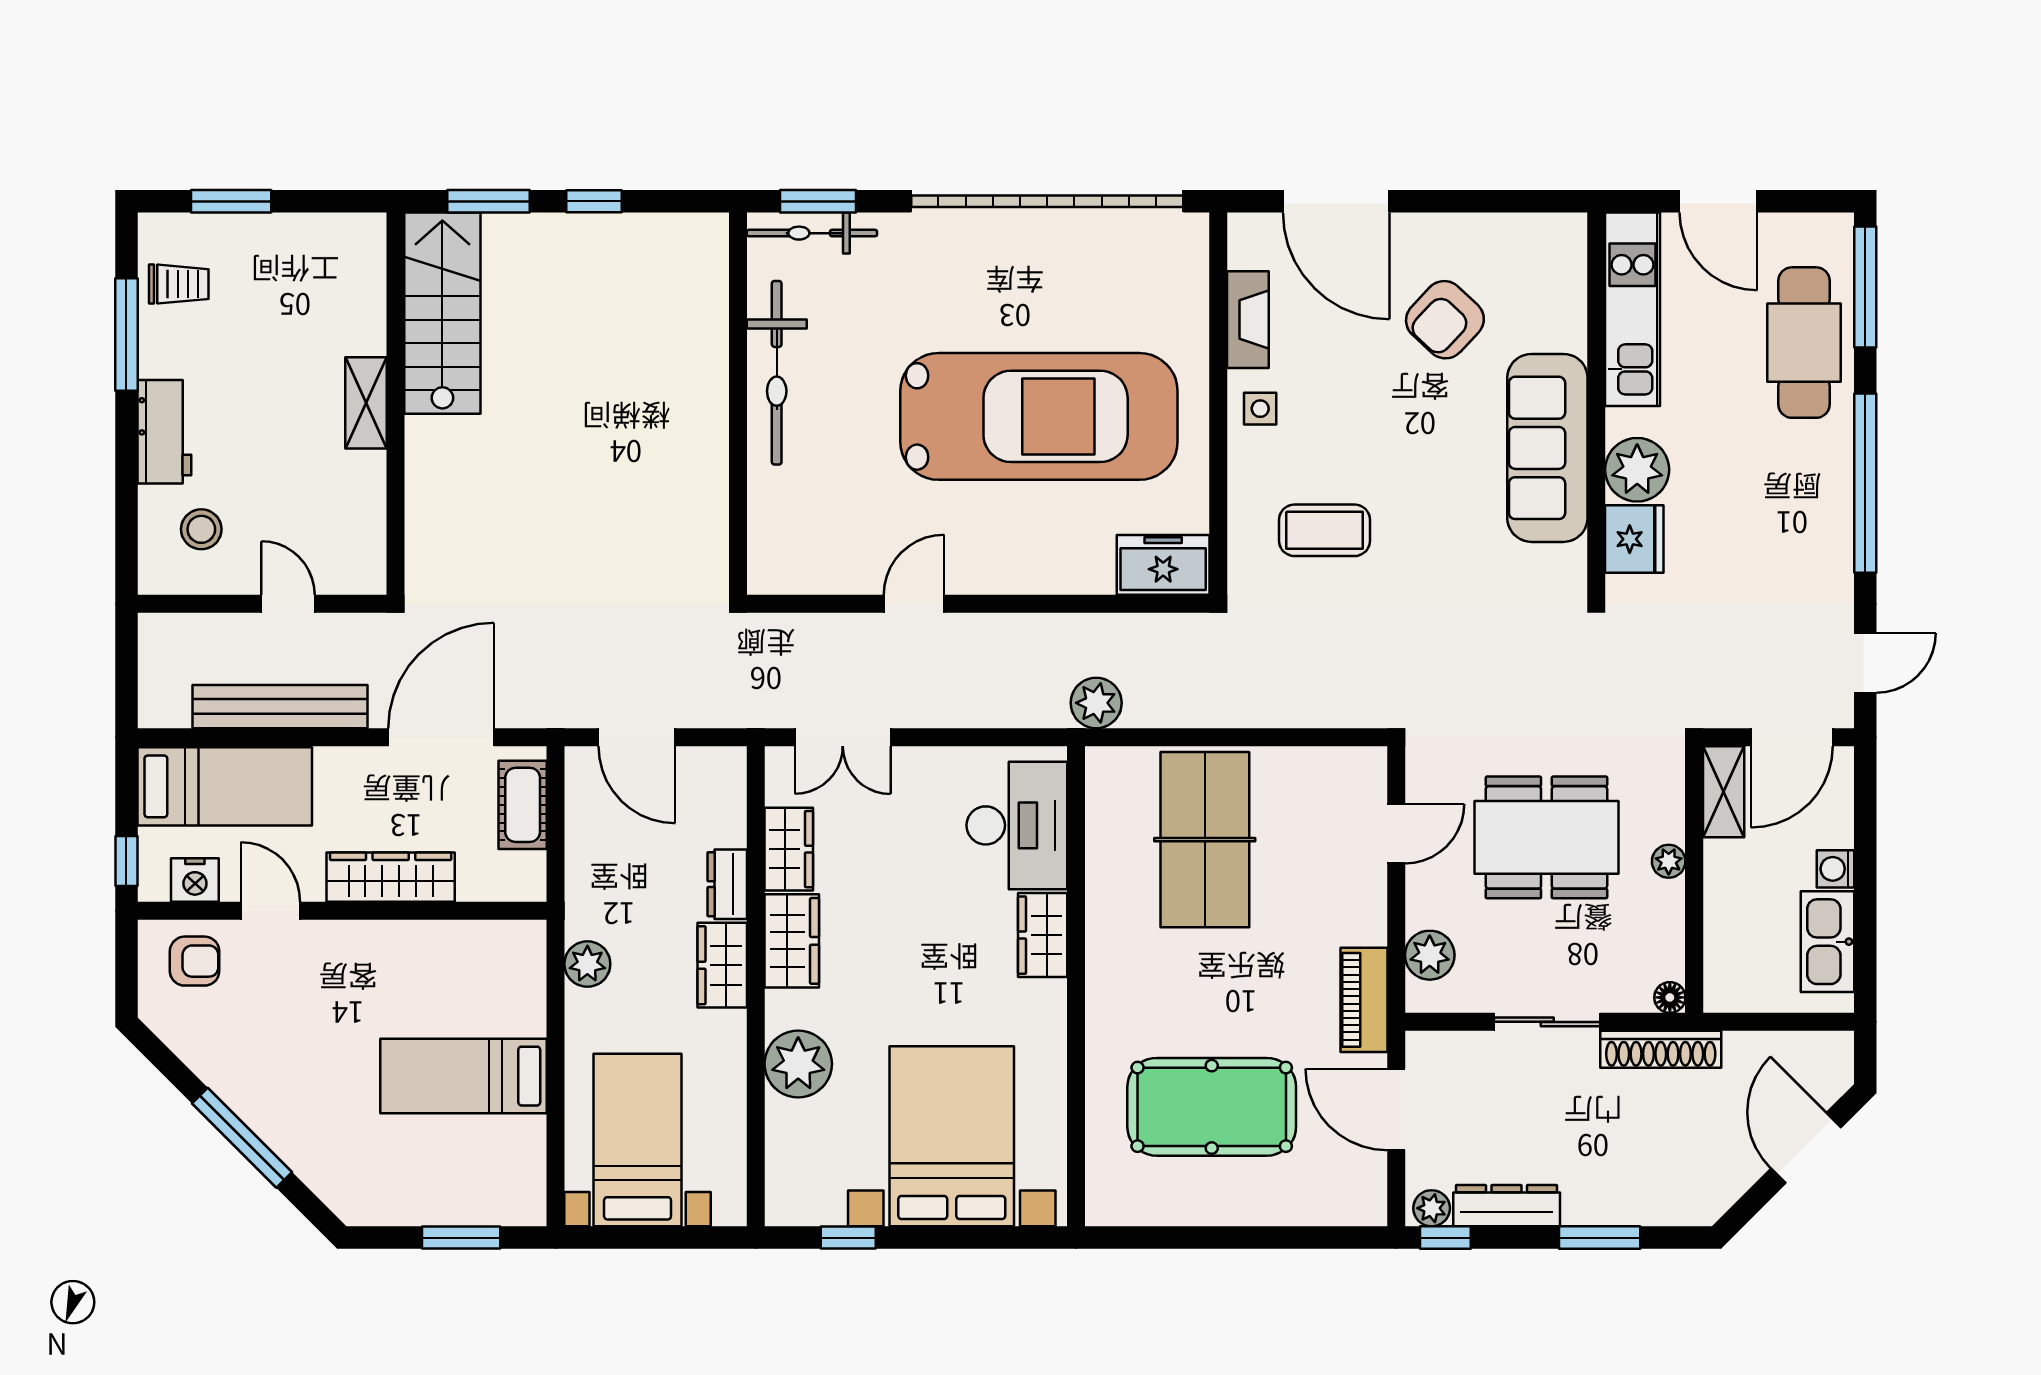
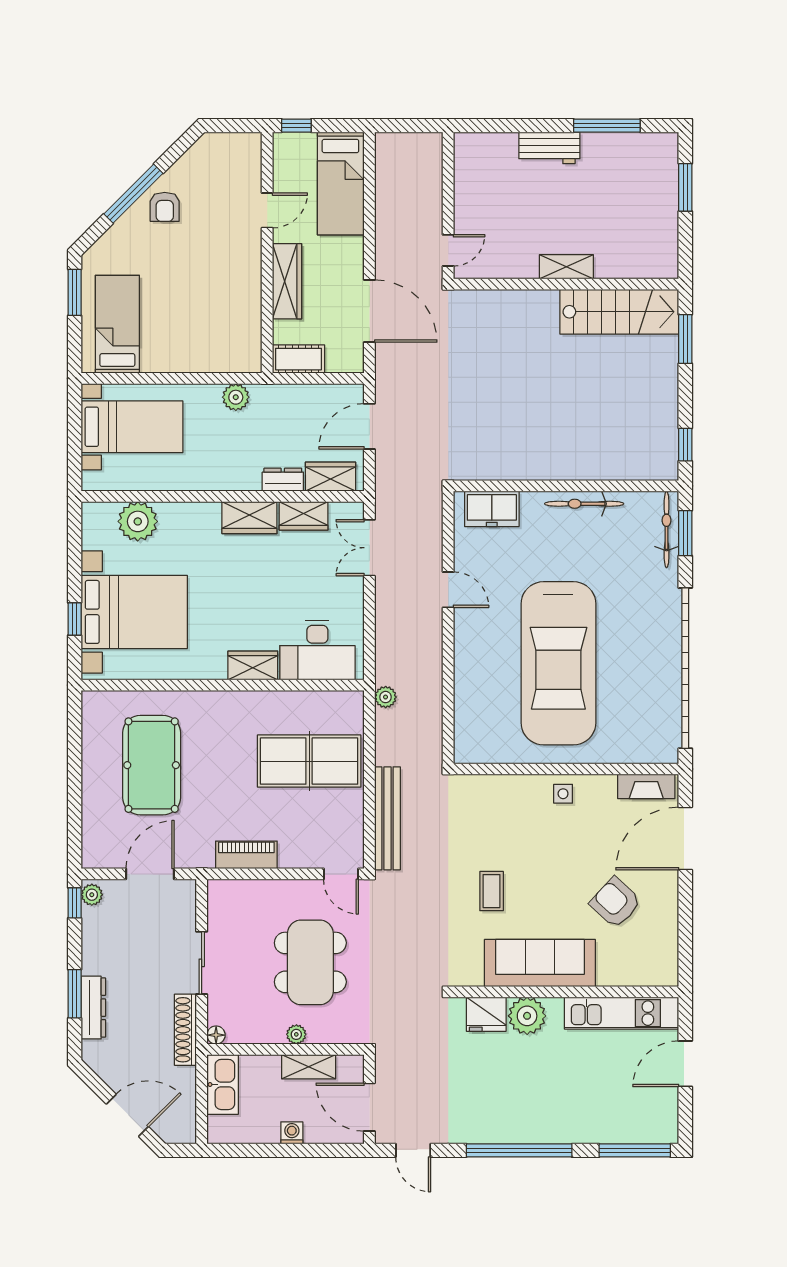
window: (594, 201) -> (685, 445), moved
trolley: (179, 284) -> (636, 156), removed
fireplace: (1248, 320) -> (646, 786), moved
cafe table: (1804, 343) -> (602, 1114), removed
bicycle: (777, 373) -> (584, 504), width x0.73, depth x0.71
stool: (201, 529) -> (492, 170), removed
coffee table: (1325, 530) -> (492, 891), moved, width x0.73, depth x0.77
freezer: (1163, 565) -> (492, 509), moved, turned 90
door: (288, 604) -> (448, 250), moved
plant: (1096, 703) -> (386, 697), width x0.73, depth x0.73
bench: (280, 707) -> (387, 818), moved
shelving: (1724, 792) -> (309, 1067), moved
cot: (523, 805) -> (299, 359), moved
door: (1396, 834) -> (341, 874), moved
nightstand: (195, 880) -> (285, 166), removed
kitchen sink: (1828, 942) -> (223, 1084), moved, turned 90
plant: (1430, 955) -> (241, 894), removed
armchair: (195, 961) -> (165, 207), moved
wardrobe: (722, 965) -> (331, 477), moved
piano: (1364, 1000) -> (246, 855), moved
plant: (798, 1064) -> (138, 521), moved
bed: (464, 1076) -> (117, 324), moved
dresser: (1507, 1206) -> (93, 1008), moved
window: (461, 1238) -> (75, 292), moved
window: (848, 1238) -> (75, 619), moved

